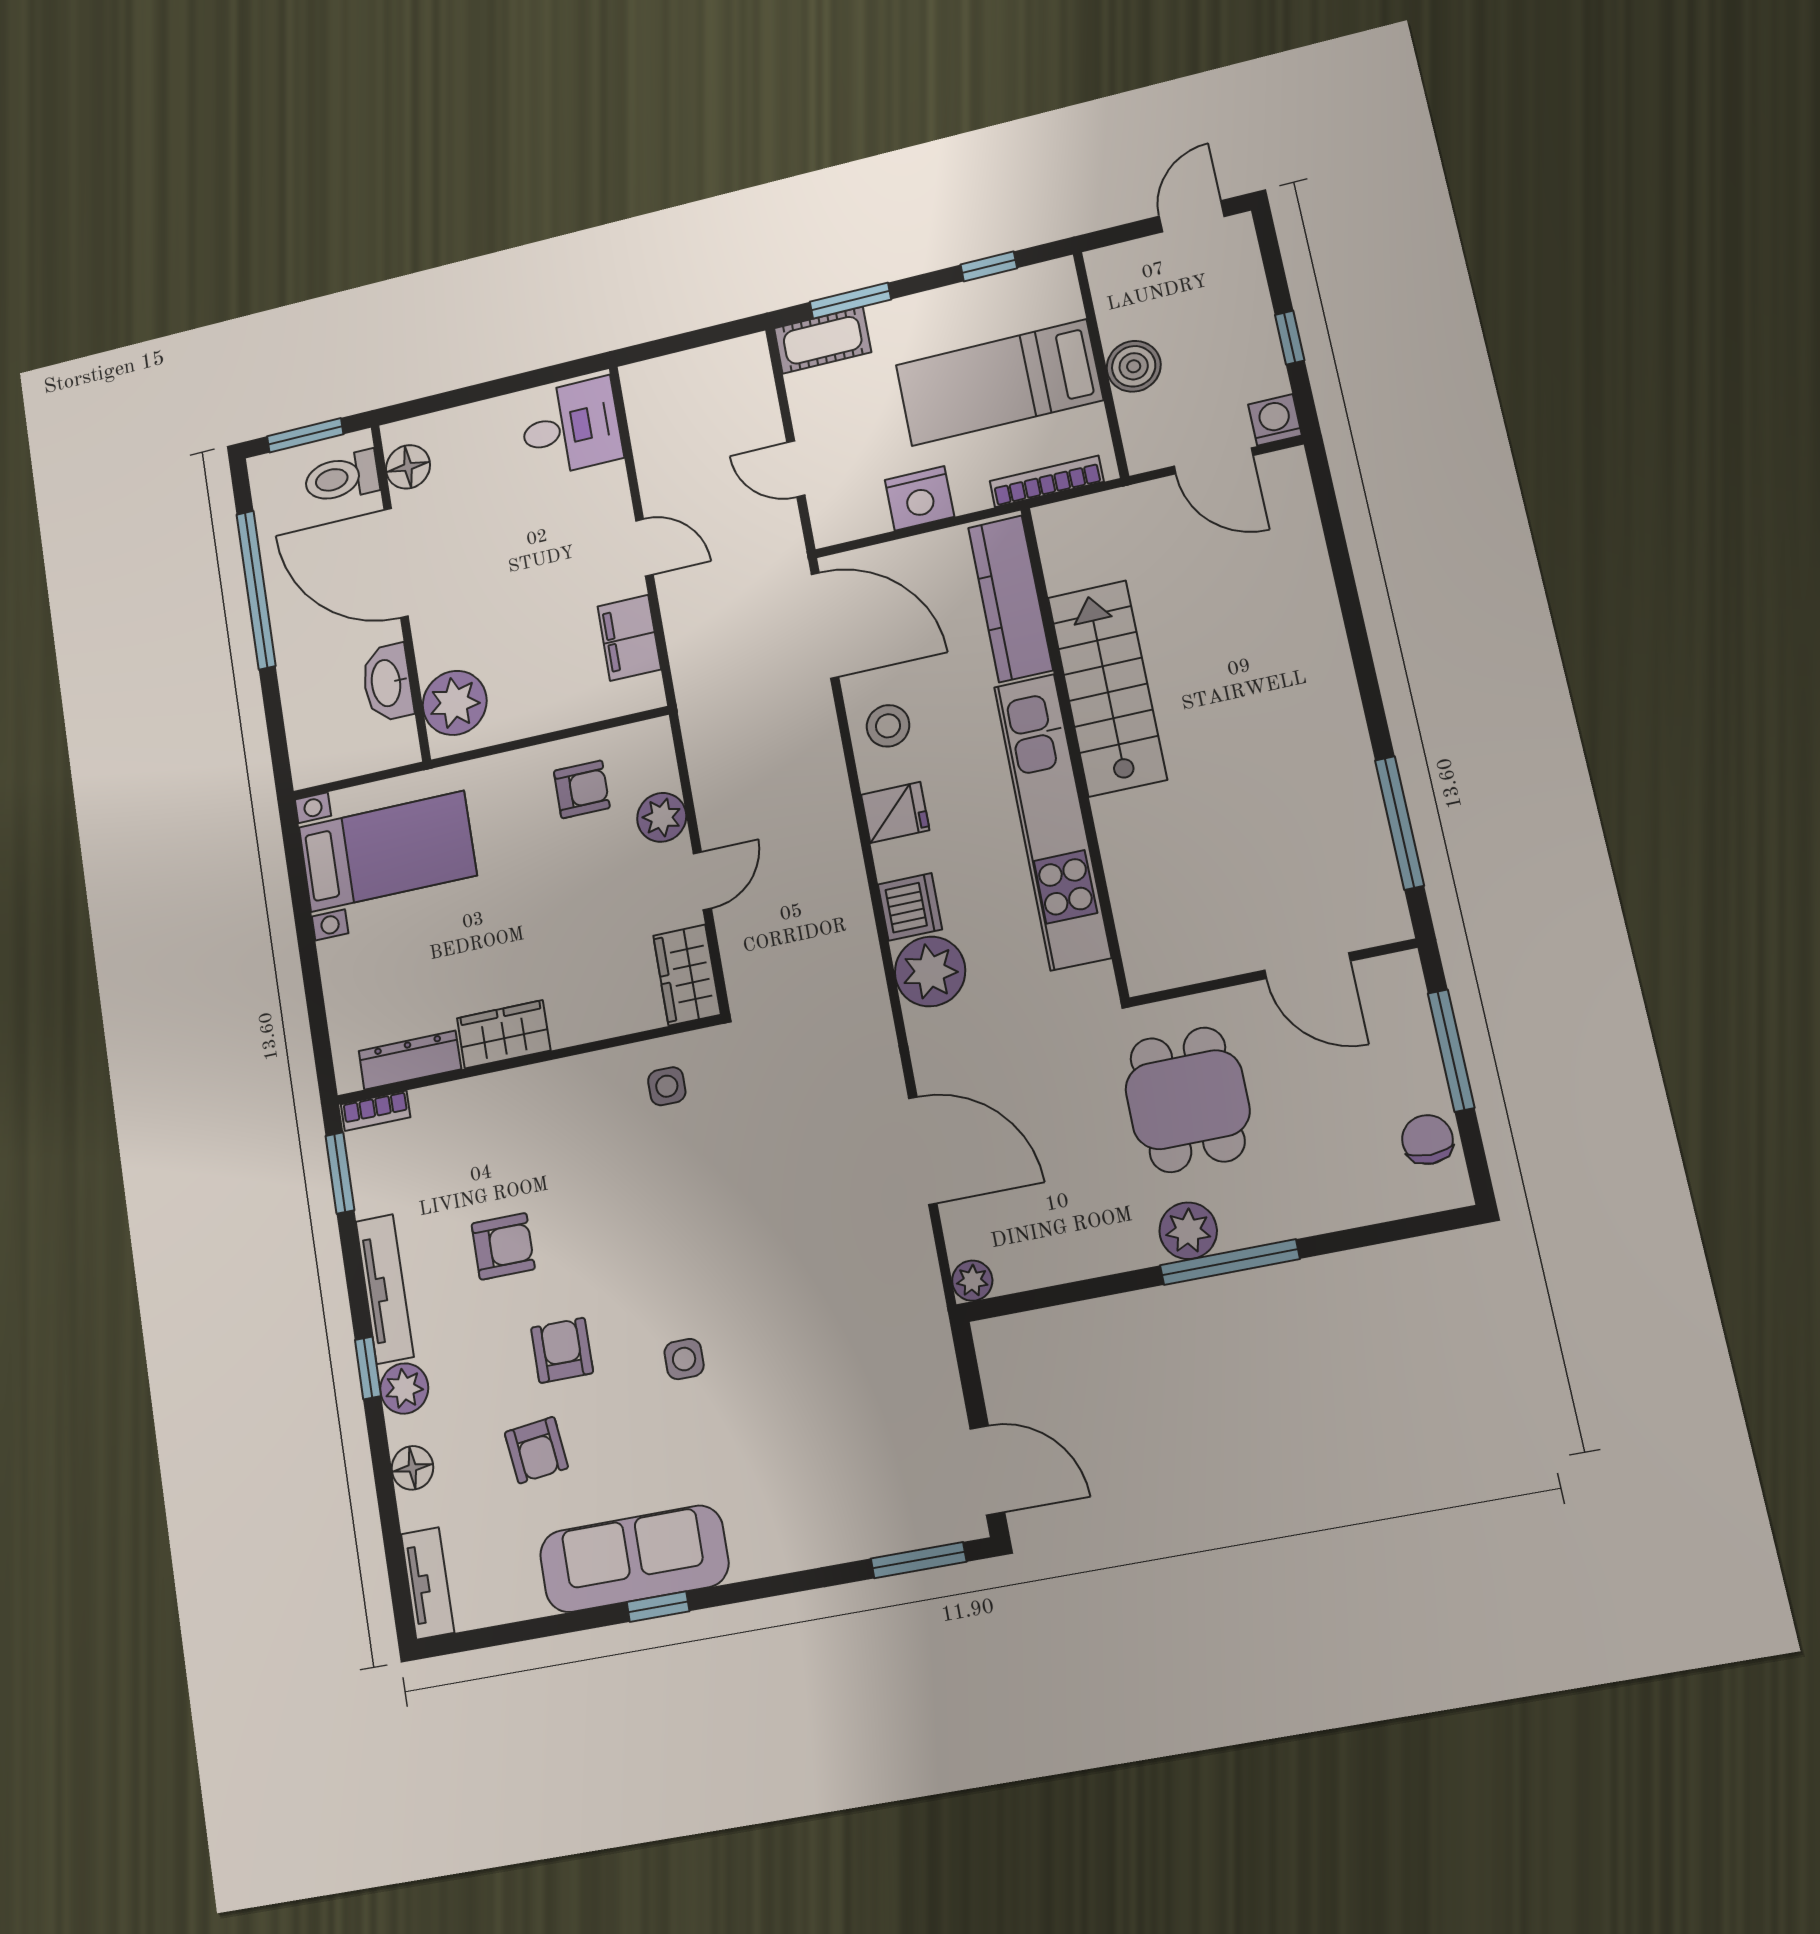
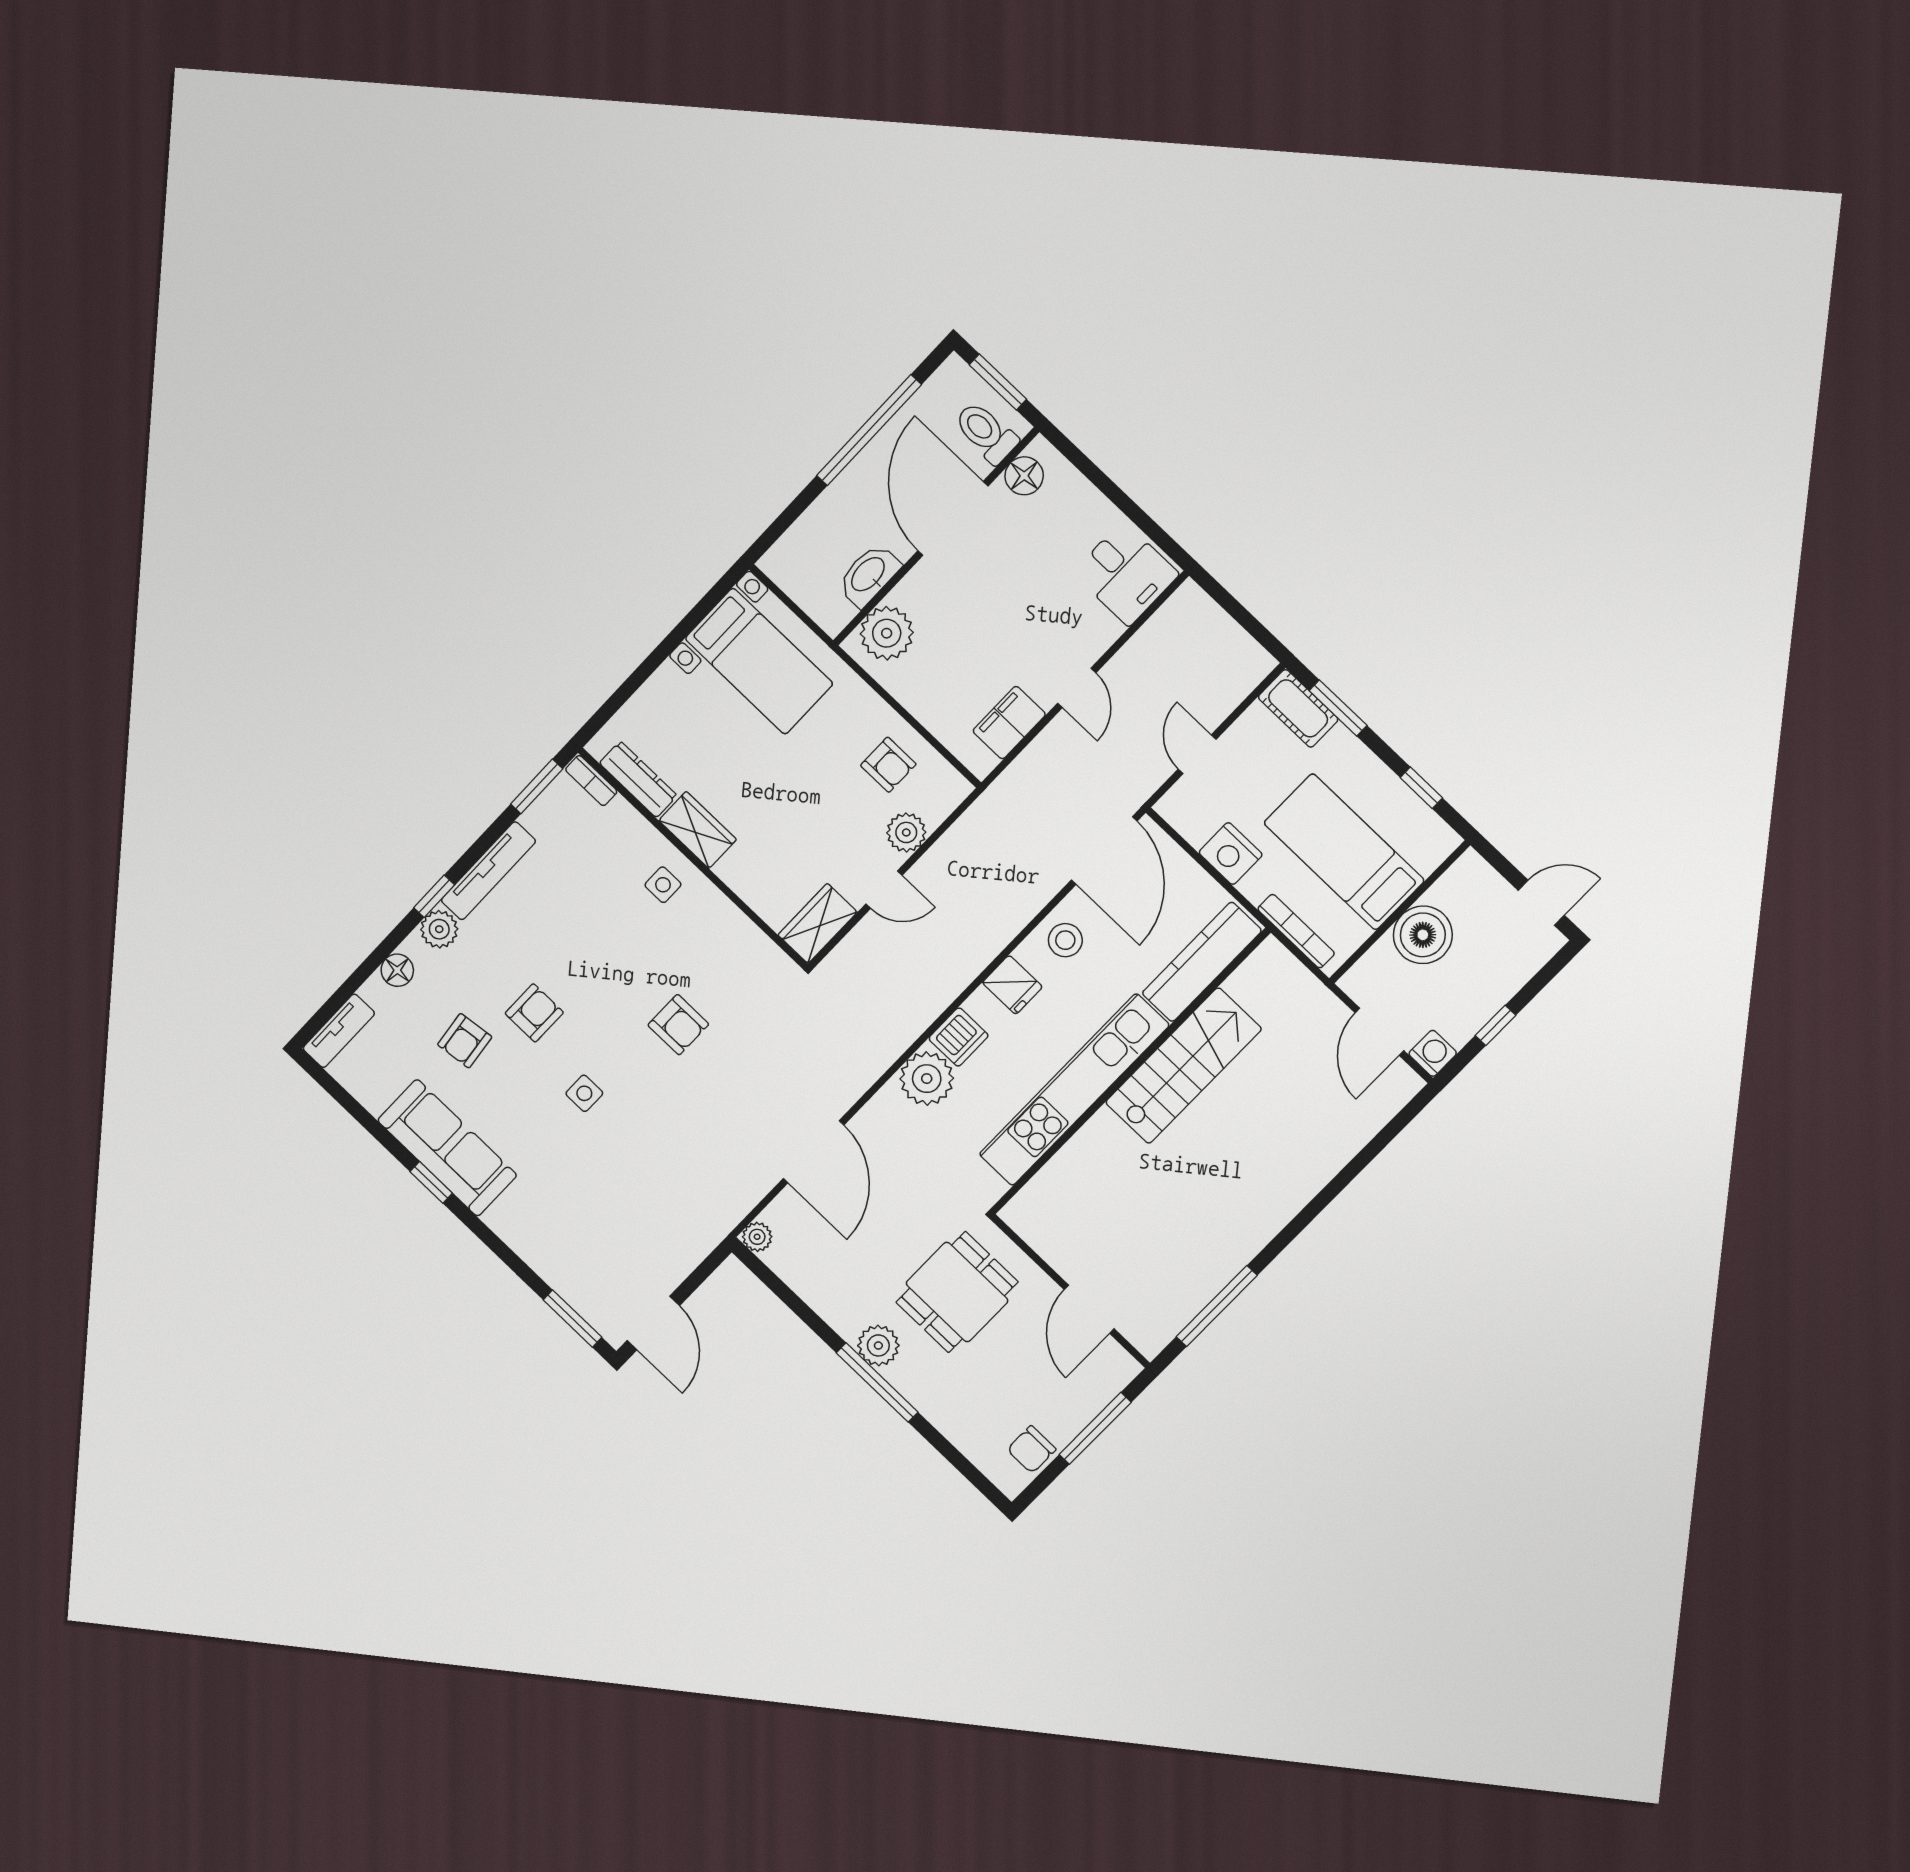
boiler: (1134, 366) -> (1423, 935), width x1.37, depth x1.37
side table: (667, 1086) -> (663, 885), moved
chair: (1427, 1140) -> (1031, 1449), turned 180
armchair: (503, 1246) -> (678, 1025), moved

